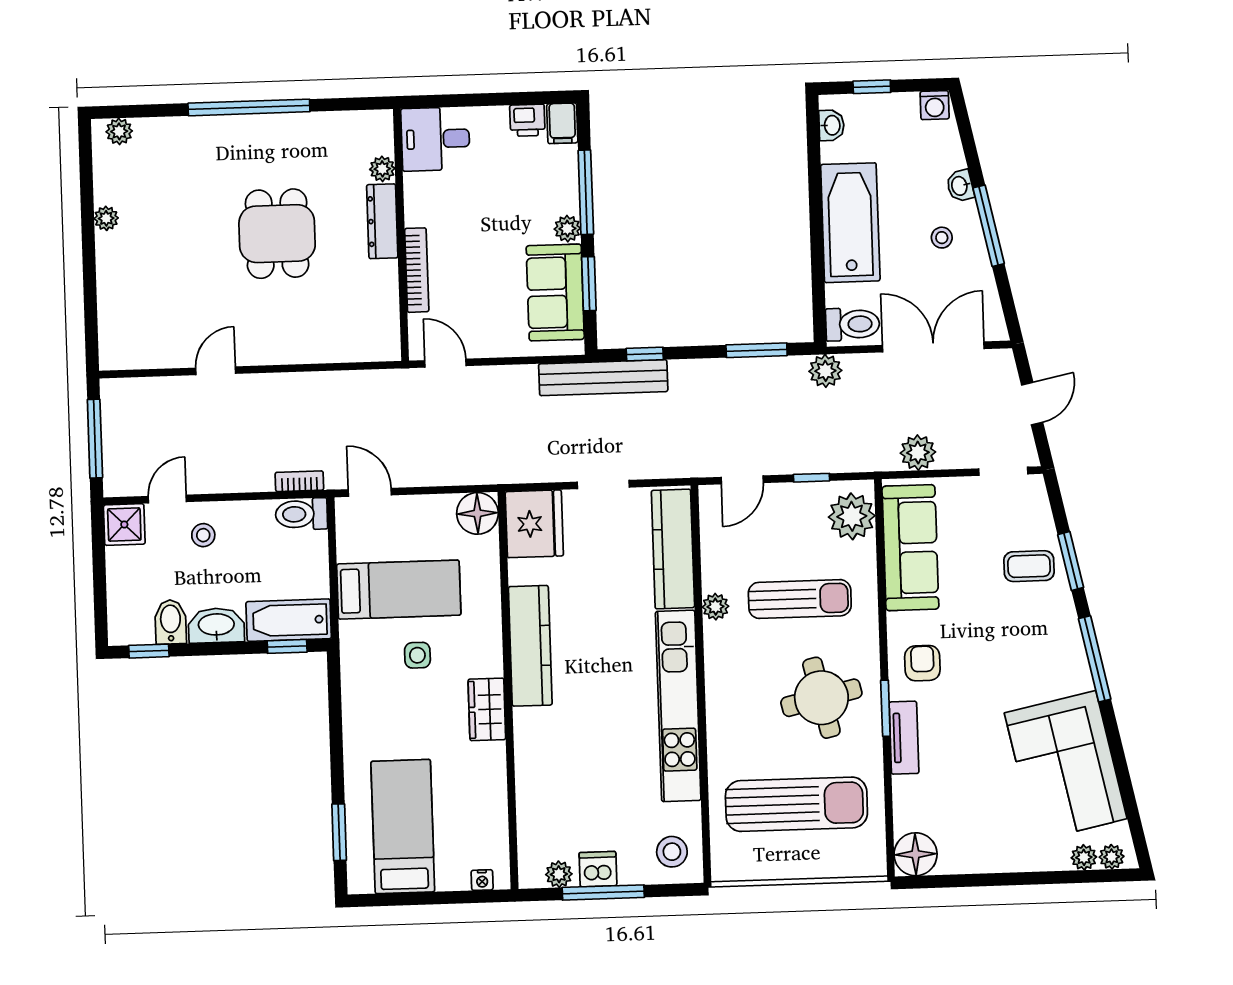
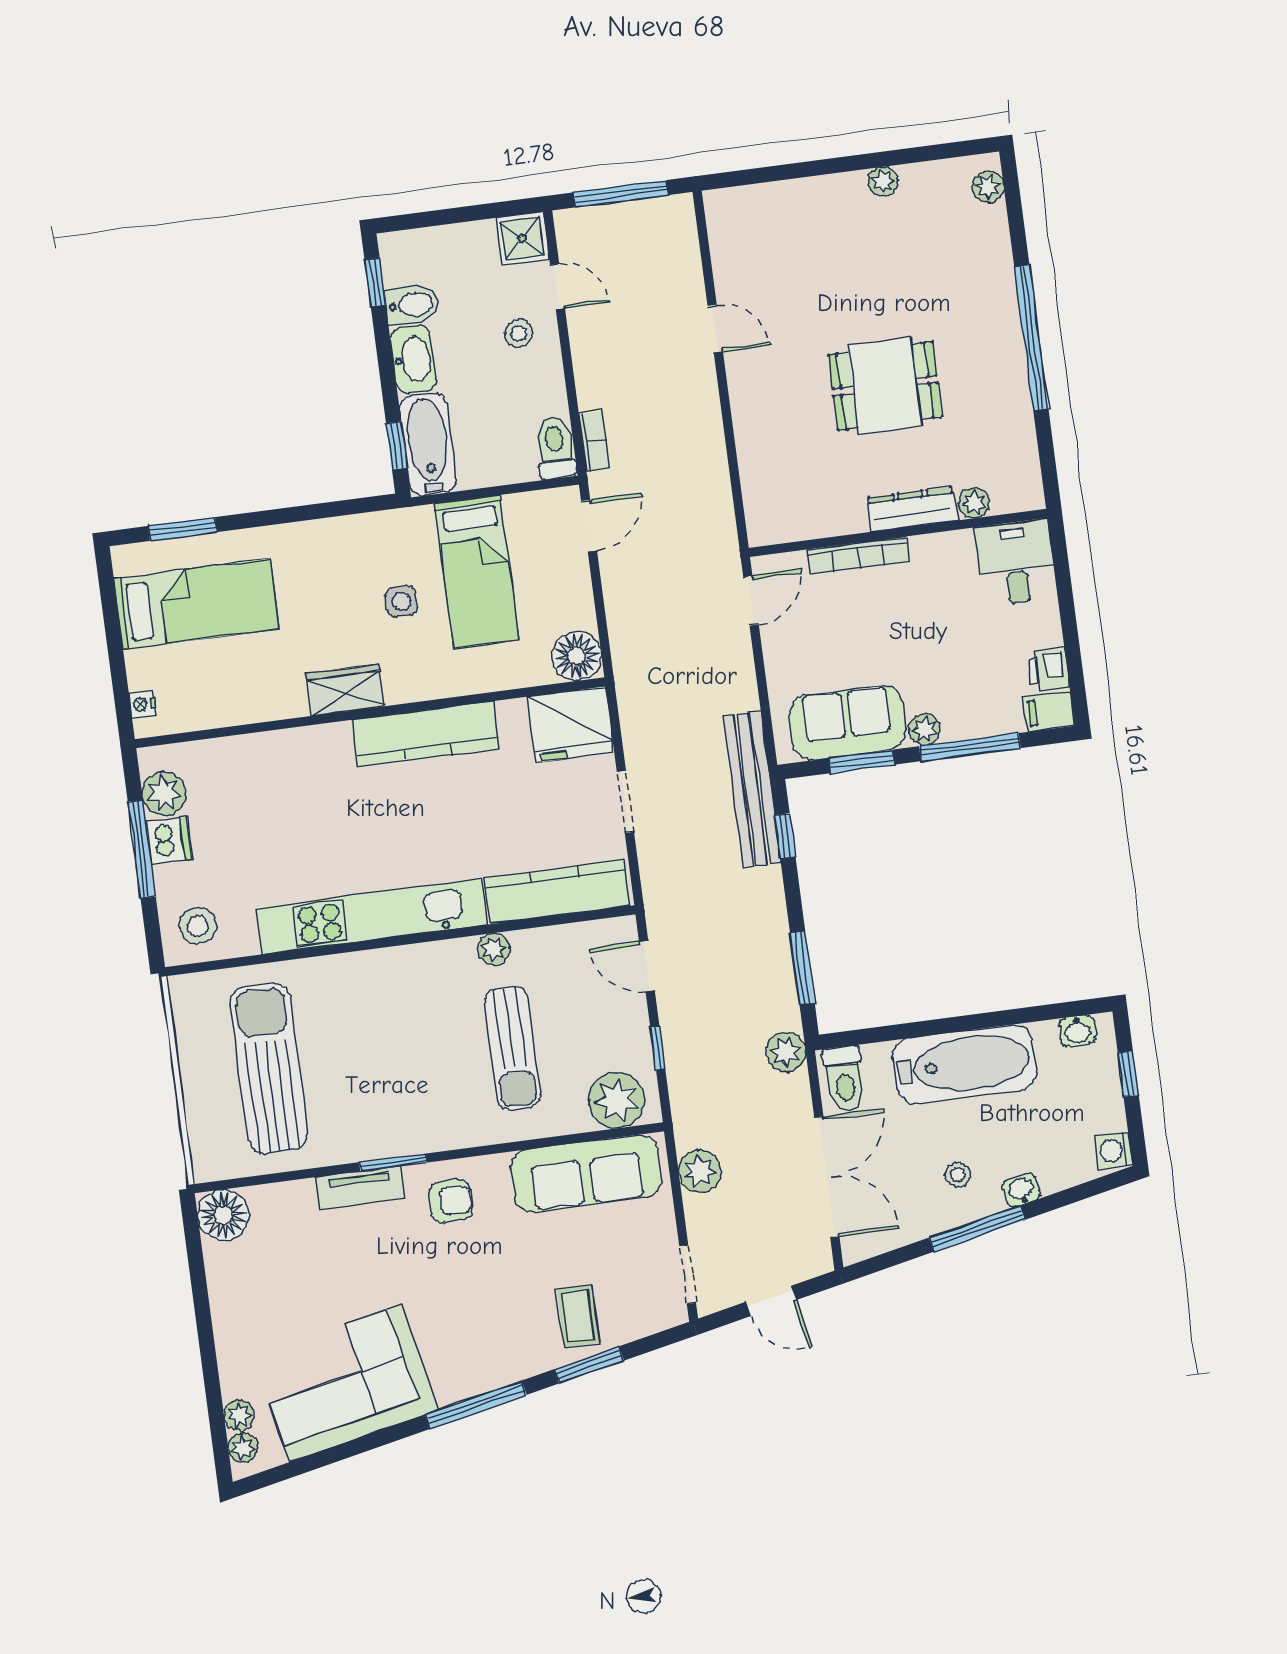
round table: (821, 698) -> (398, 1085), removed
sun lounger: (796, 804) -> (269, 1068), turned 180
plant: (559, 874) -> (164, 794), width x1.38, depth x1.38

